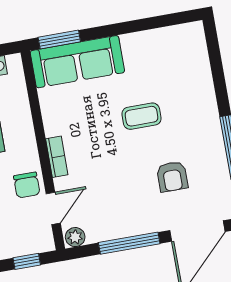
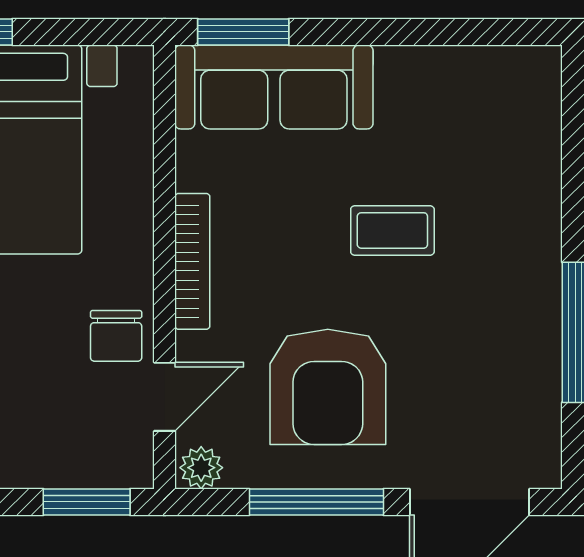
bookcase: (57, 157) -> (192, 261), width x1.56
armchair: (172, 177) -> (328, 387), moved, width x1.88, depth x1.88
window: (27, 261) -> (87, 502), width x1.50

